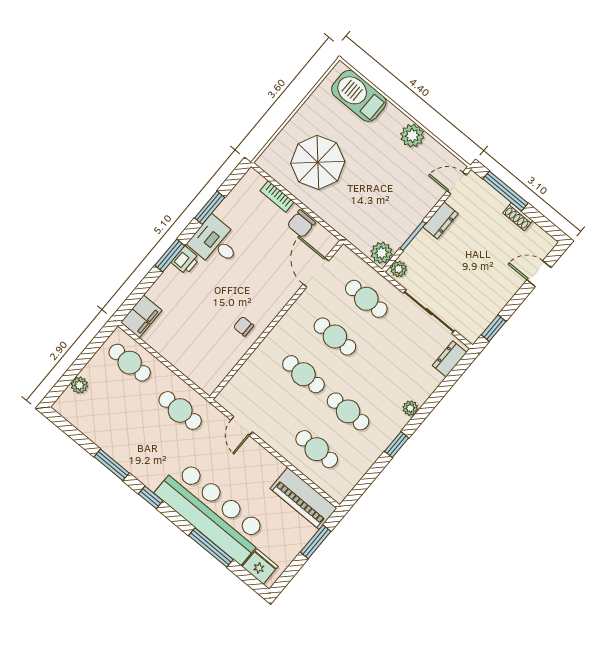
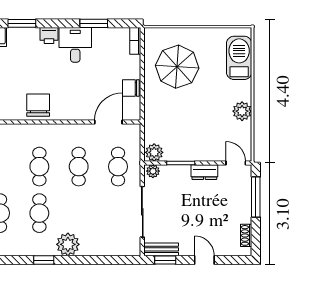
bookcase: (277, 196) -> (135, 41), moved
shoe rack: (518, 217) -> (246, 235), moved
window: (170, 255) -> (22, 23), moved
door: (539, 274) -> (204, 260), moved
bench: (480, 324) -> (161, 249), added
chair: (244, 326) -> (38, 105), width x1.87, depth x1.87
dresser: (450, 359) -> (124, 249), removed
plant: (410, 408) -> (68, 244), width x1.87, depth x1.87

